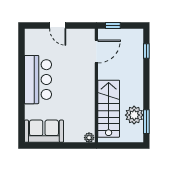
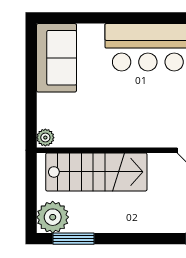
plant: (134, 115) -> (53, 217), moved

